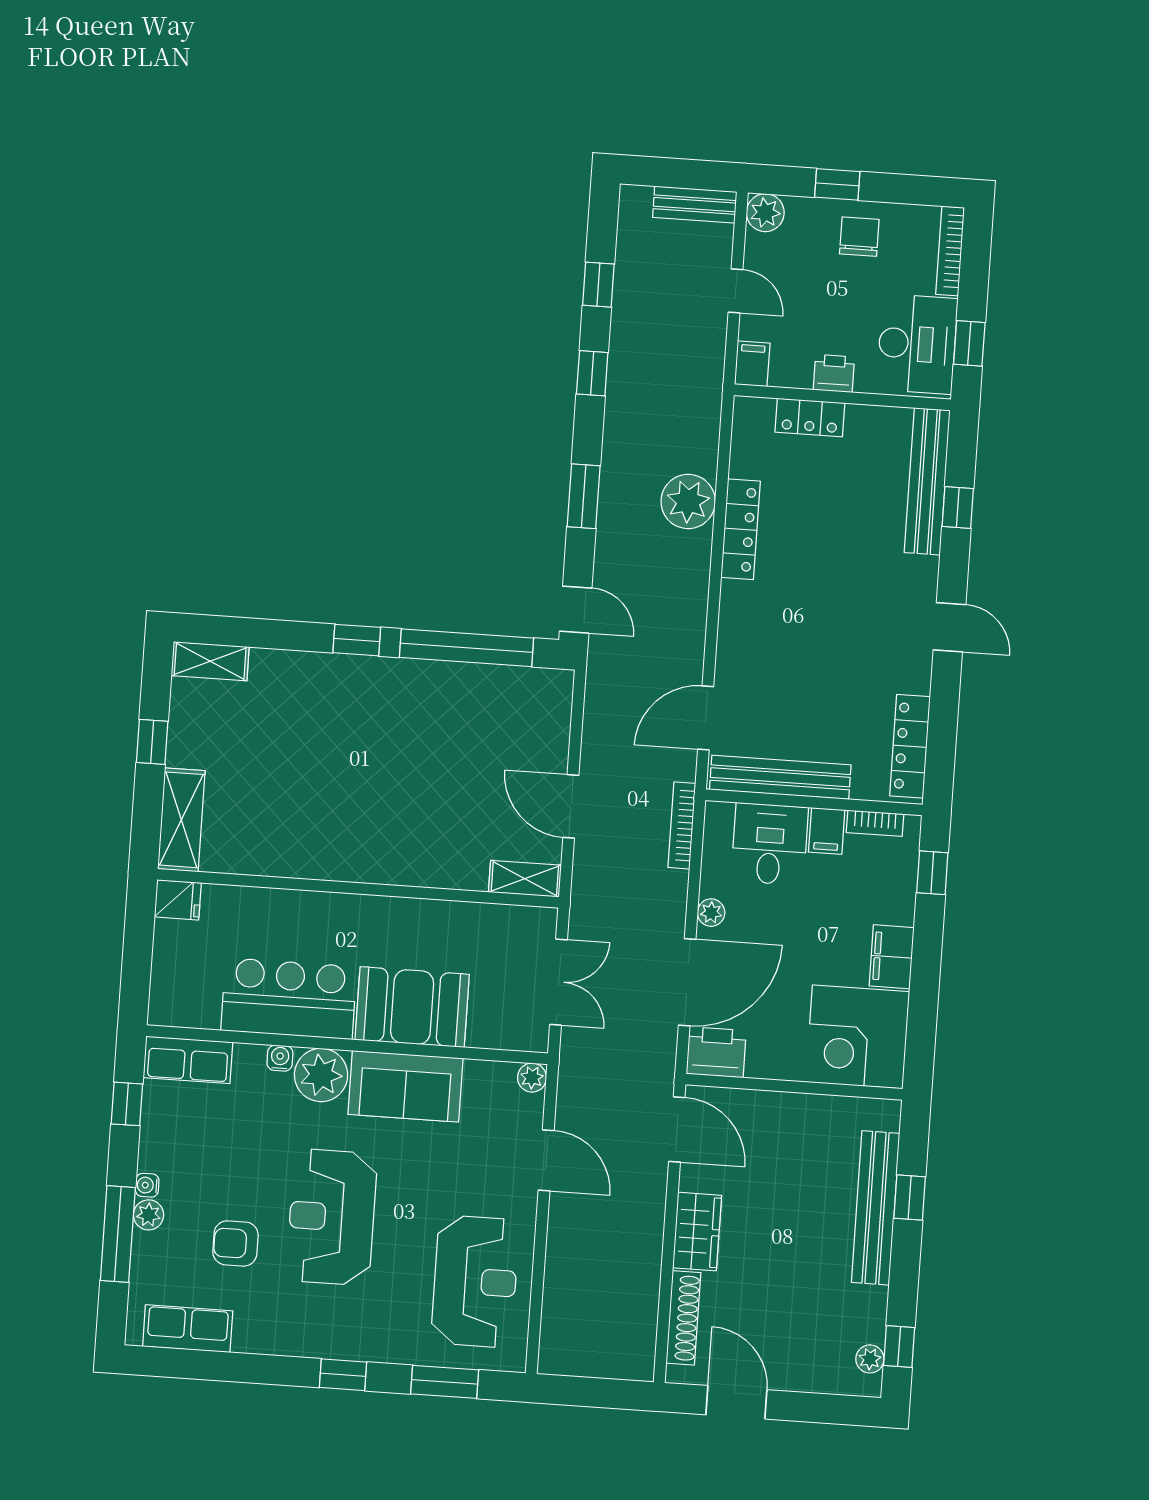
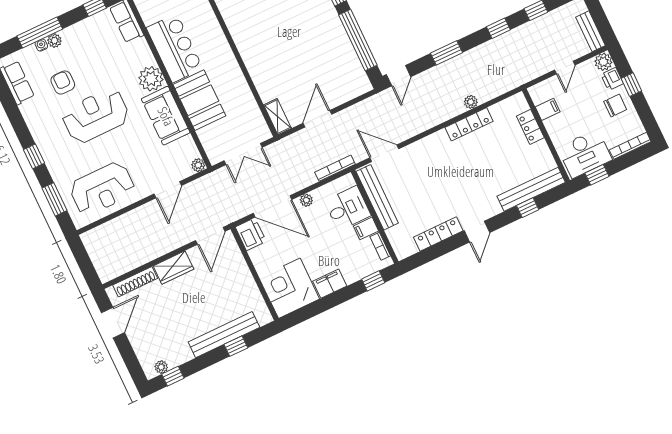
filing cabinet: (752, 364) -> (548, 109), moved
printer: (834, 373) -> (612, 79), moved, turned 180
plant: (688, 501) -> (471, 102), width x0.53, depth x0.53
locker: (910, 746) -> (438, 234), moved
water cooler: (280, 1058) -> (148, 58), removed
water cooler: (147, 1185) -> (41, 45), moved

